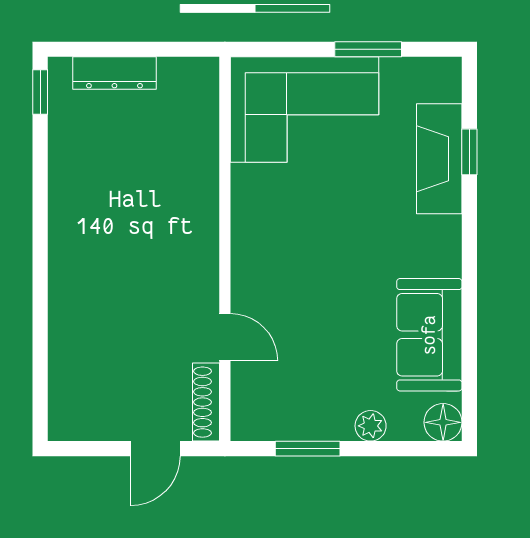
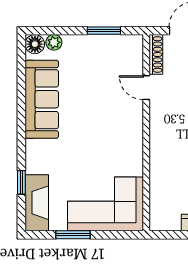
fireplace: (439, 159) -> (37, 203), moved
sofa: (429, 335) -> (42, 99), width x1.36
plant: (371, 426) -> (54, 42), moved

